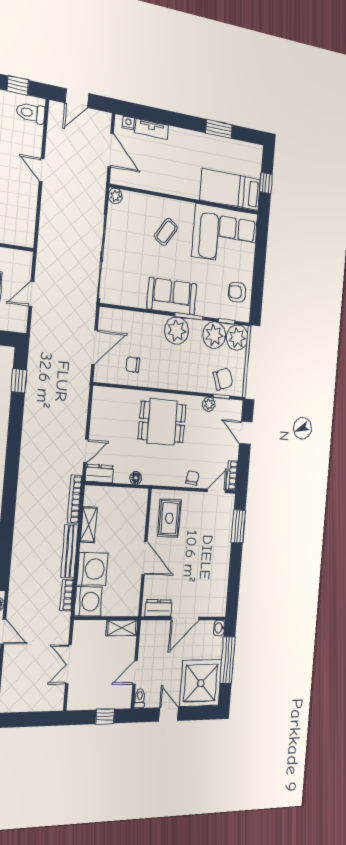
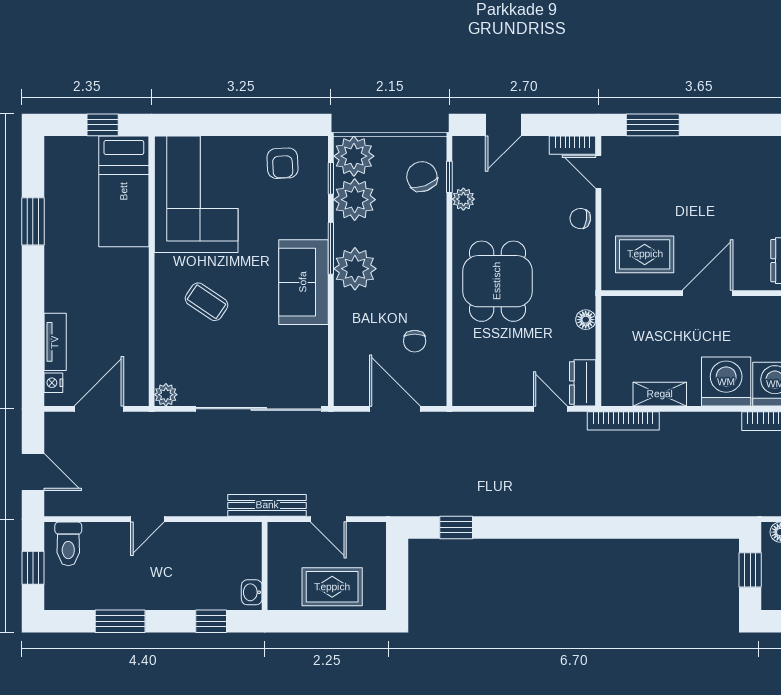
bench: (69, 551) -> (267, 505), moved

